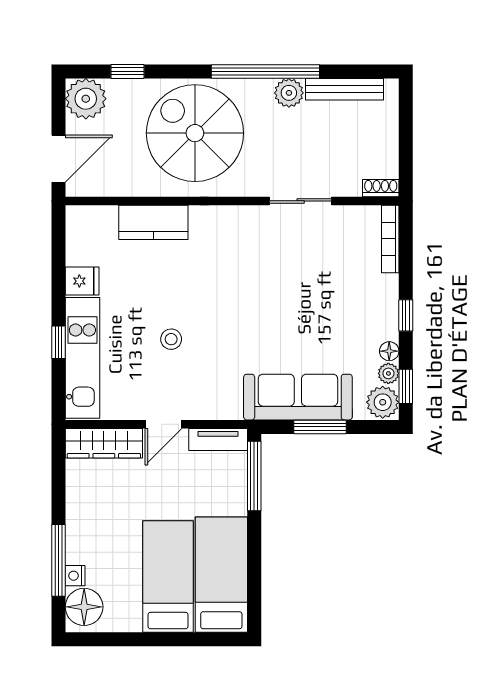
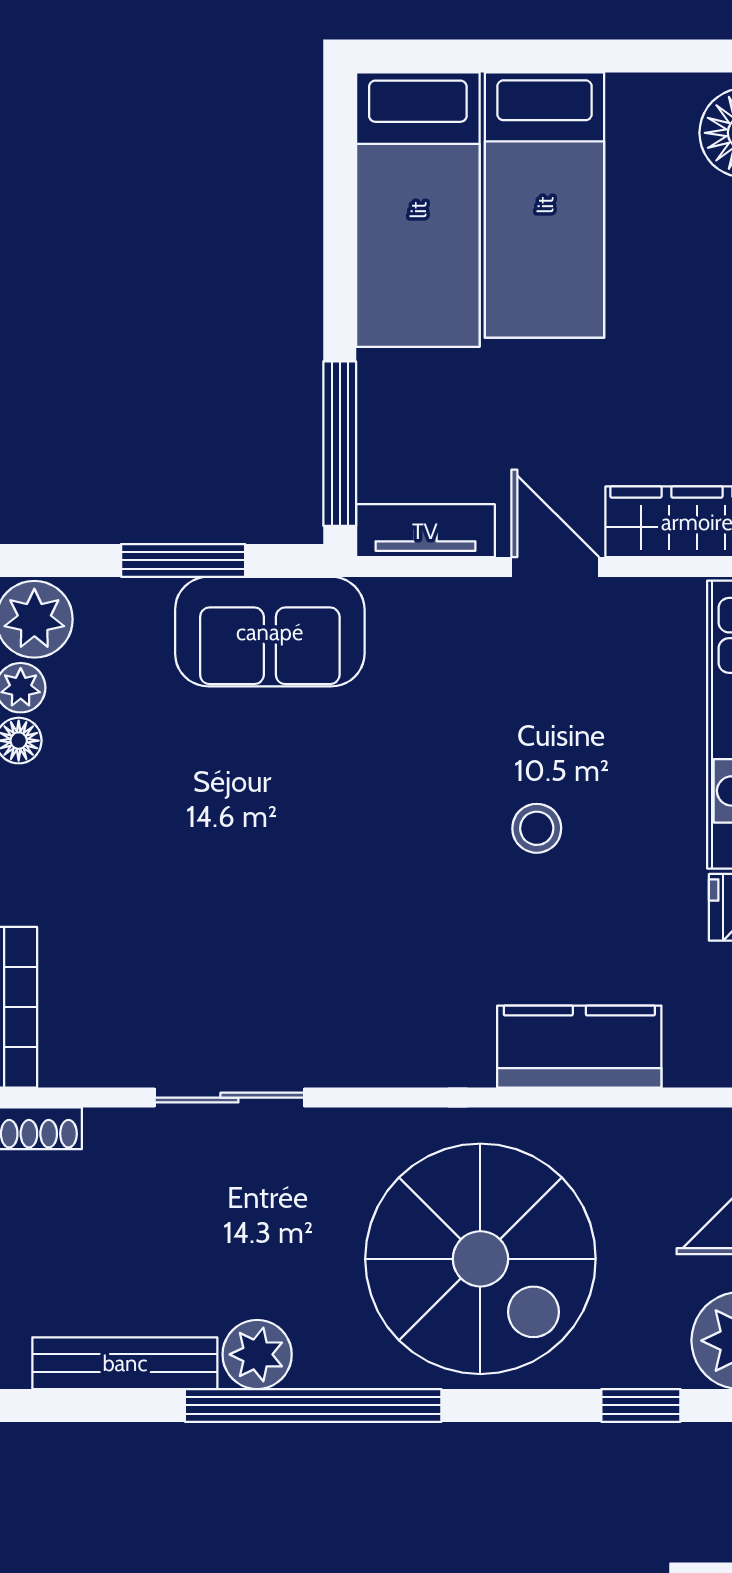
stool: (171, 339) -> (537, 828), moved
sofa: (298, 397) -> (270, 632), width x0.73
door: (163, 424) -> (555, 567), hinge flipped

